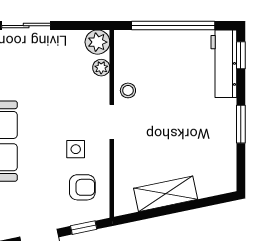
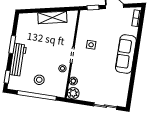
stool: (173, 59) -> (39, 80), added
workbench: (224, 64) -> (18, 60), moved
armchair: (82, 187) -> (91, 26), removed

